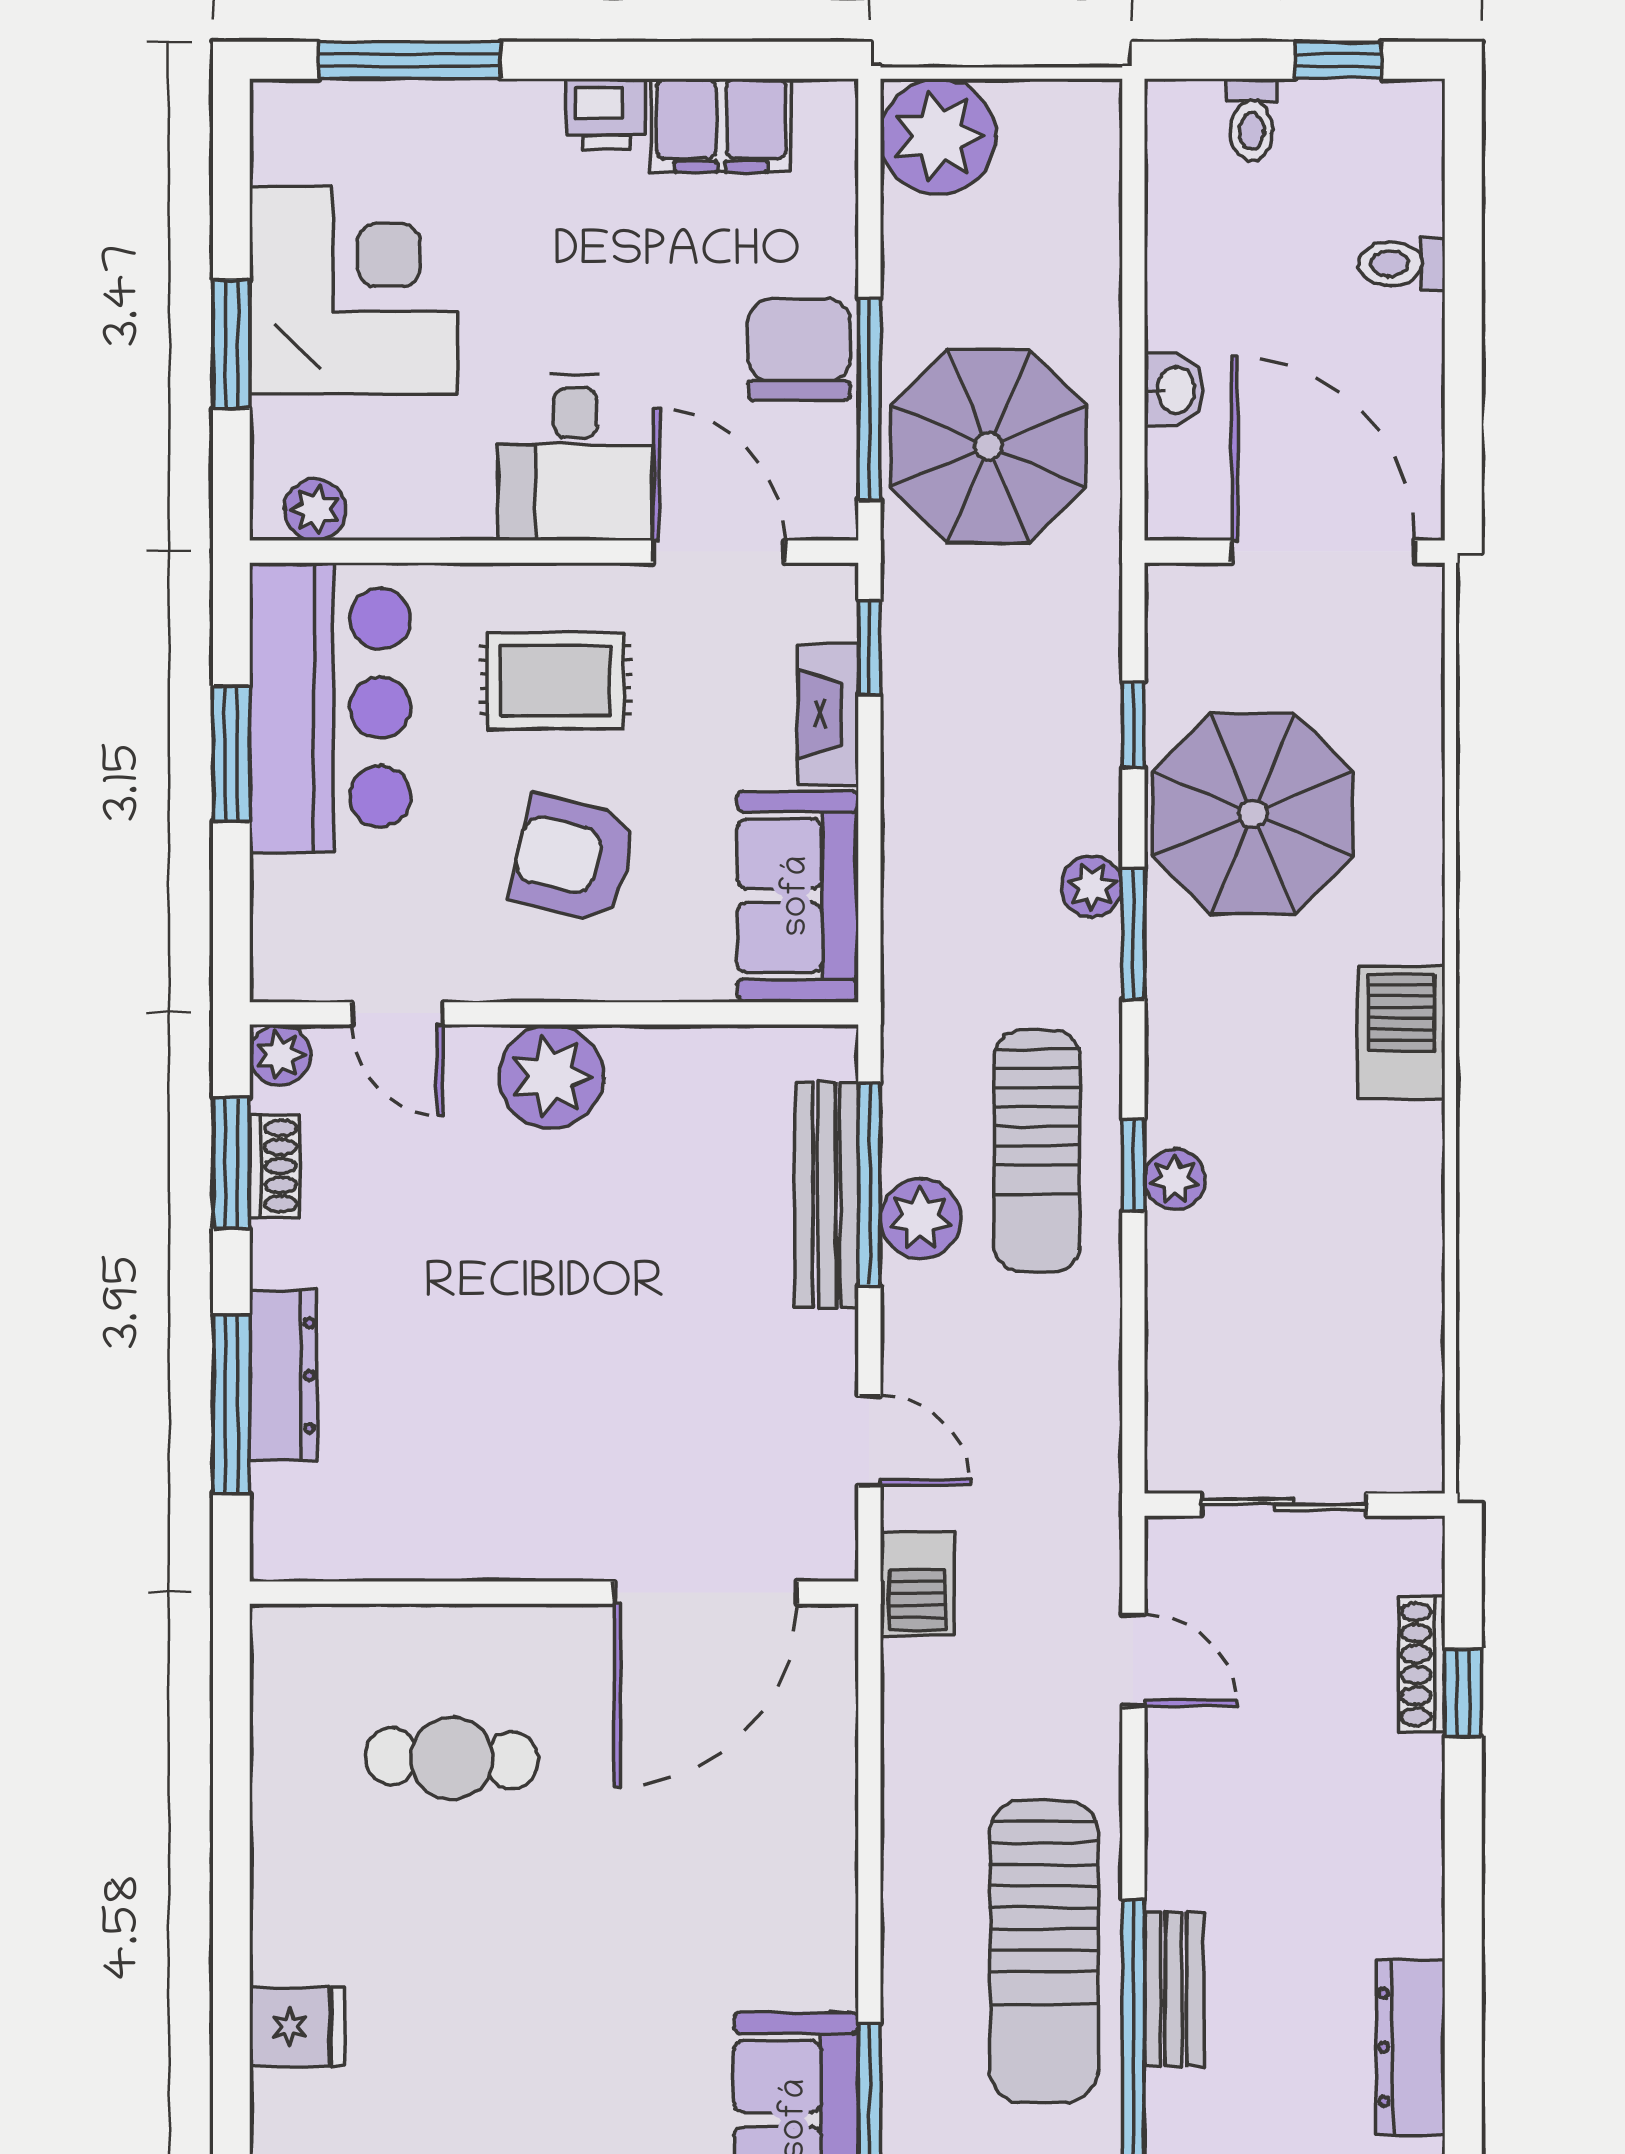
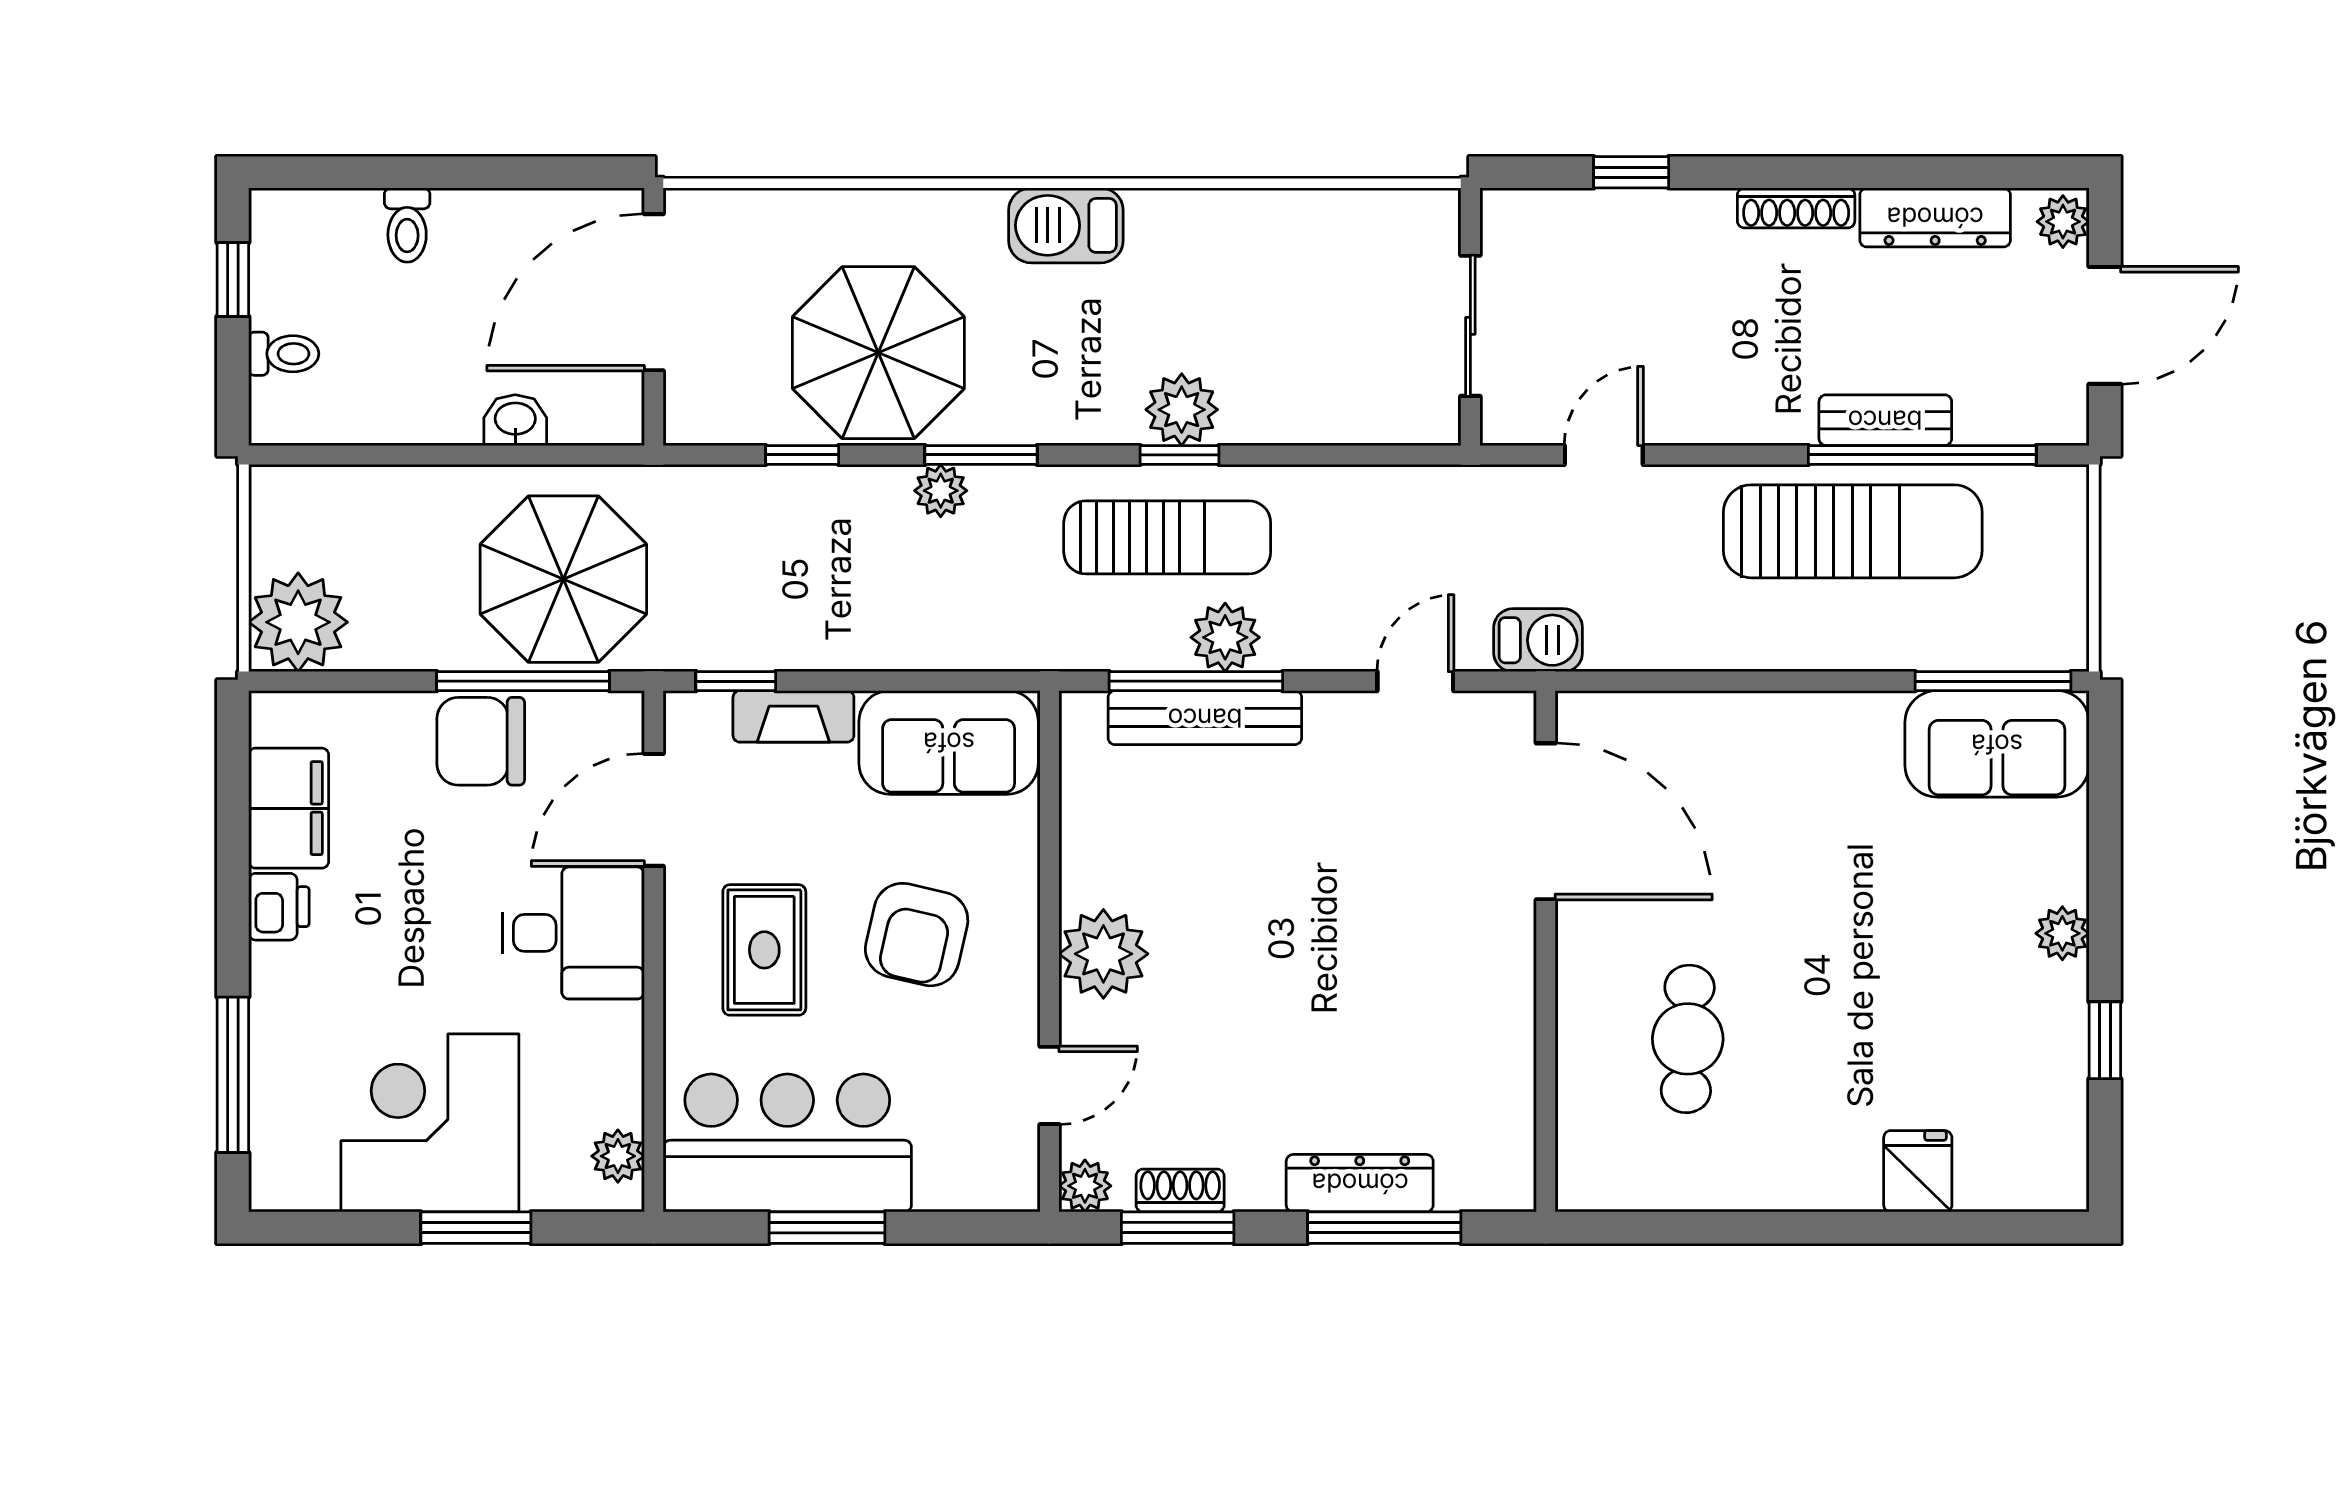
plant: (1175, 1179) -> (1182, 410), width x1.38, depth x1.38
shoe rack: (1422, 1664) -> (1796, 208), moved

